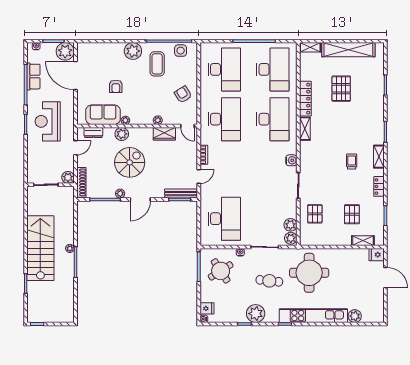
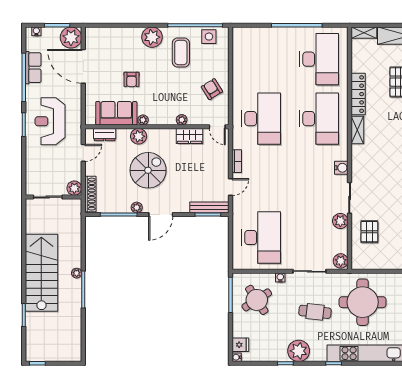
desk: (224, 69) -> (261, 59), removed
plant: (290, 225) -> (340, 221), moved

